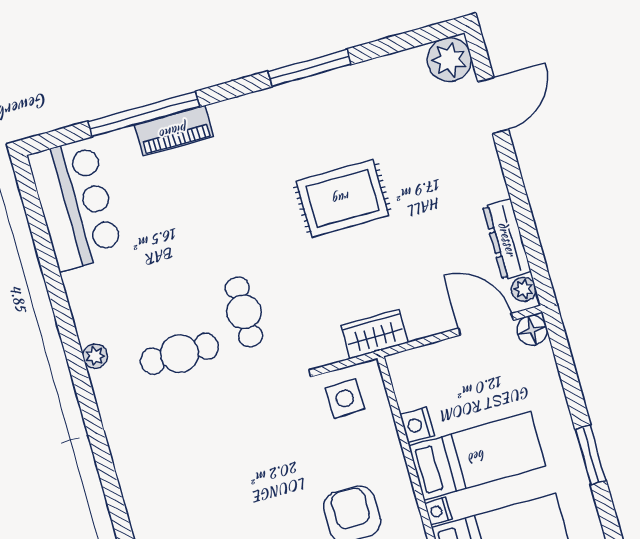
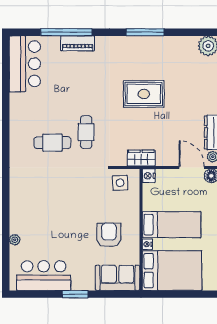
plant: (95, 356) -> (15, 133), removed
nightstand: (417, 425) -> (149, 176), moved

